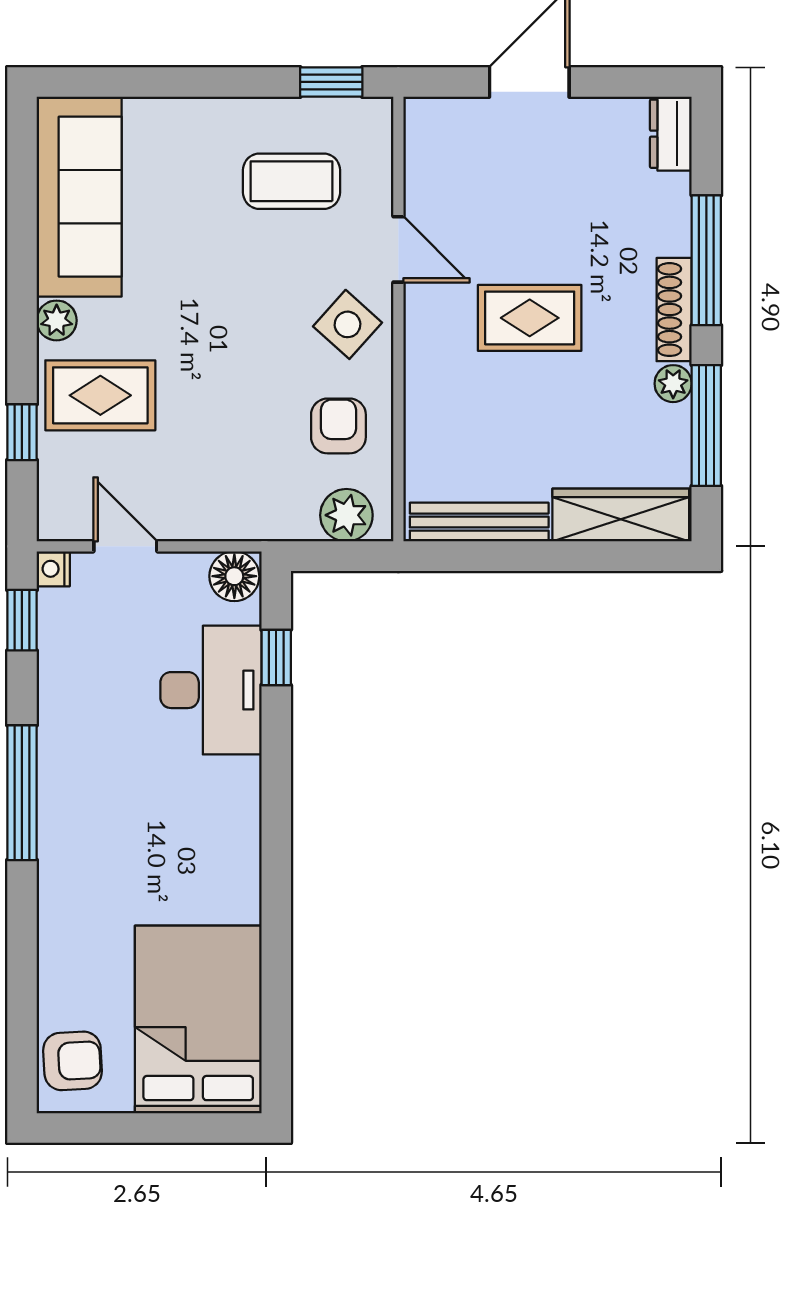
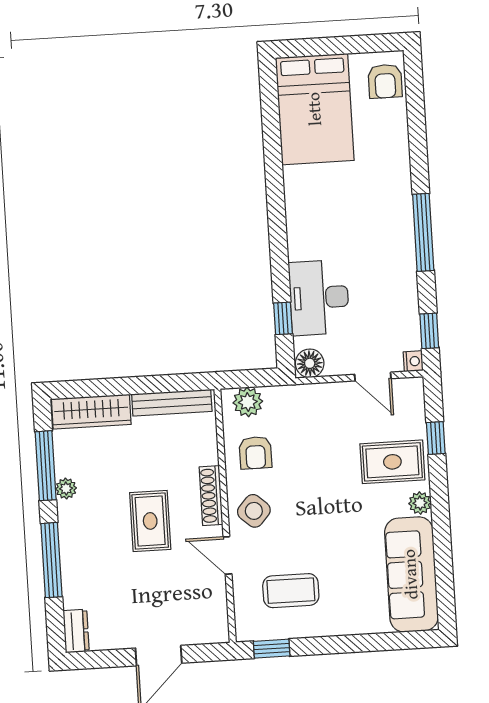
shoe rack: (674, 310) -> (211, 496), moved, turned 180
rug: (530, 318) -> (150, 521), turned 90
armchair: (73, 1061) -> (385, 81), turned -87

